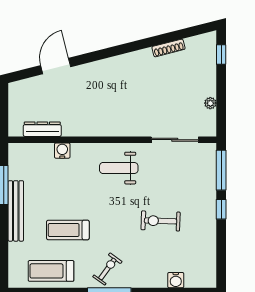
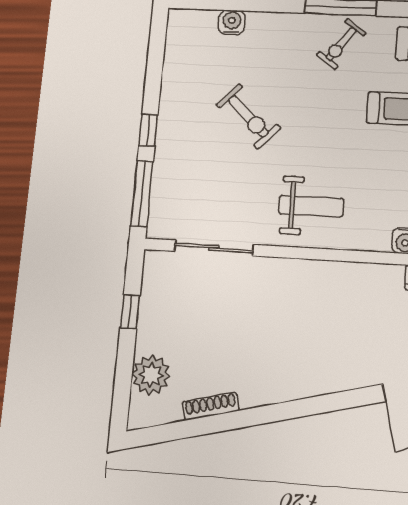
window: (221, 55) -> (130, 312), moved
plant: (210, 103) -> (151, 375), moved, width x1.87, depth x1.87
exercise bike: (161, 221) -> (248, 116), turned 42

